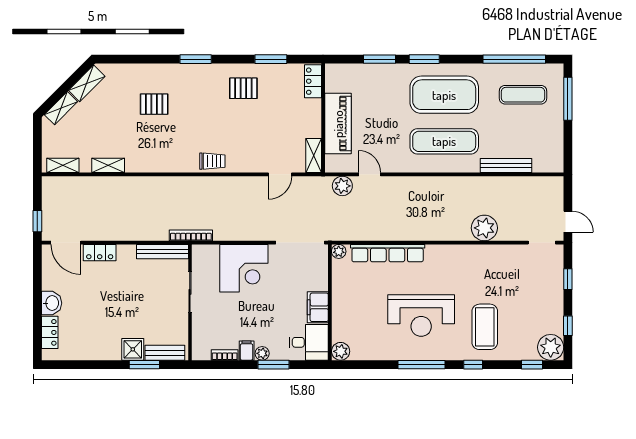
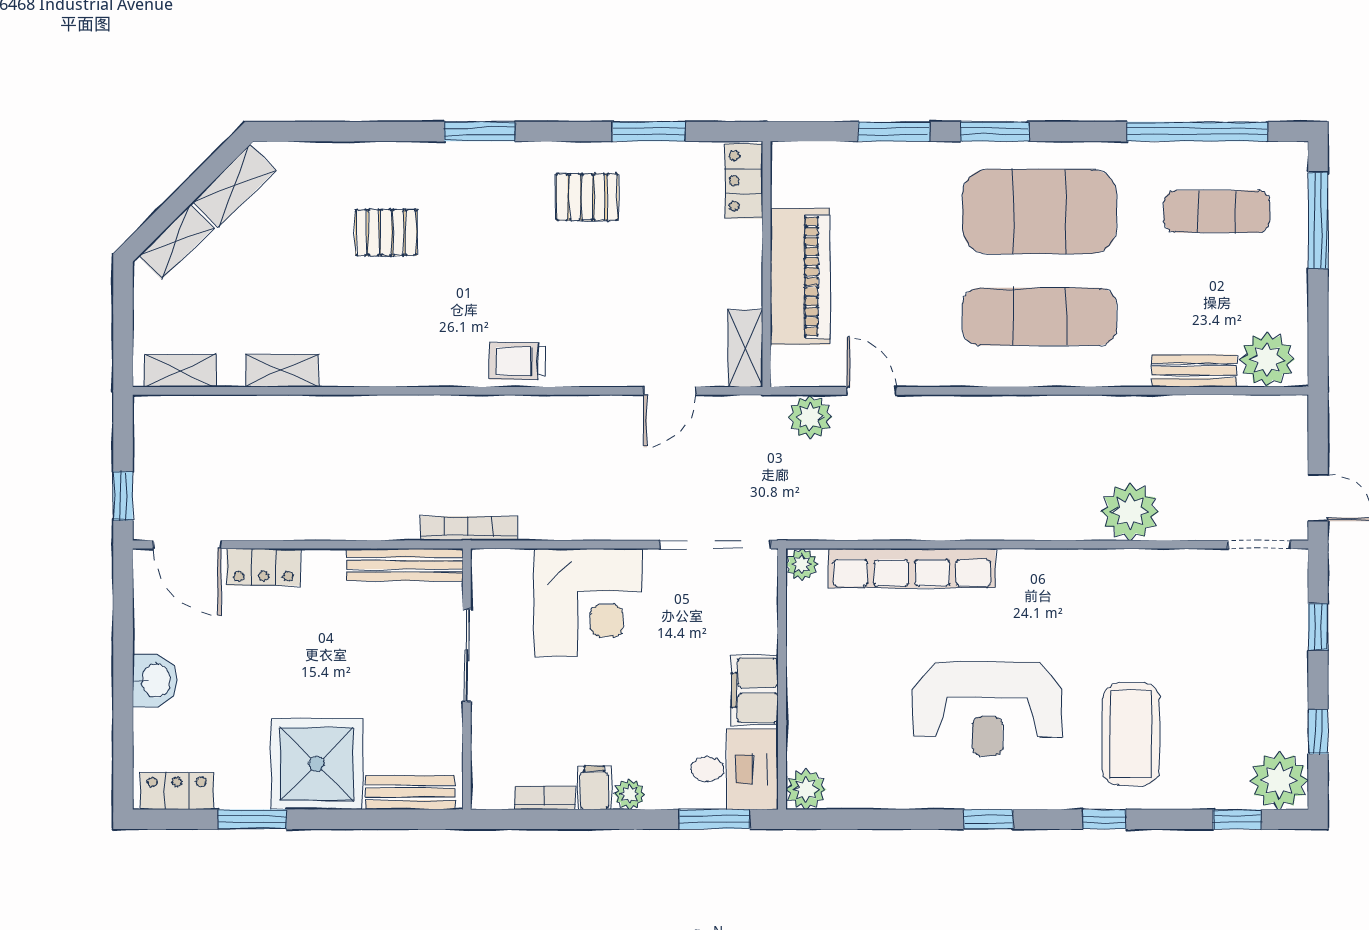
plant: (545, 160) -> (1267, 359), added
trolley: (212, 161) -> (517, 361), turned 180
bench: (506, 165) -> (1194, 371), width x0.73
locker: (50, 332) -> (177, 791), moved, turned -90
shower: (133, 349) -> (317, 764), width x1.86, depth x1.86
window: (144, 365) -> (252, 819), moved
window: (274, 365) -> (715, 819), moved
window: (422, 365) -> (988, 819), width x0.46

